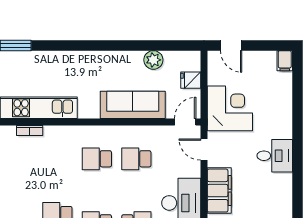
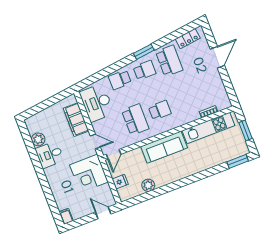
sofa: (133, 105) -> (164, 147), moved
school desk: (136, 159) -> (135, 120), width x1.85
plant: (283, 183) -> (38, 139), added

